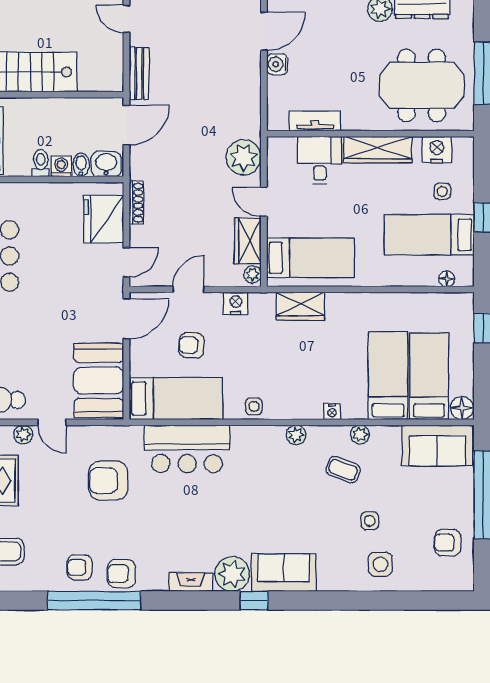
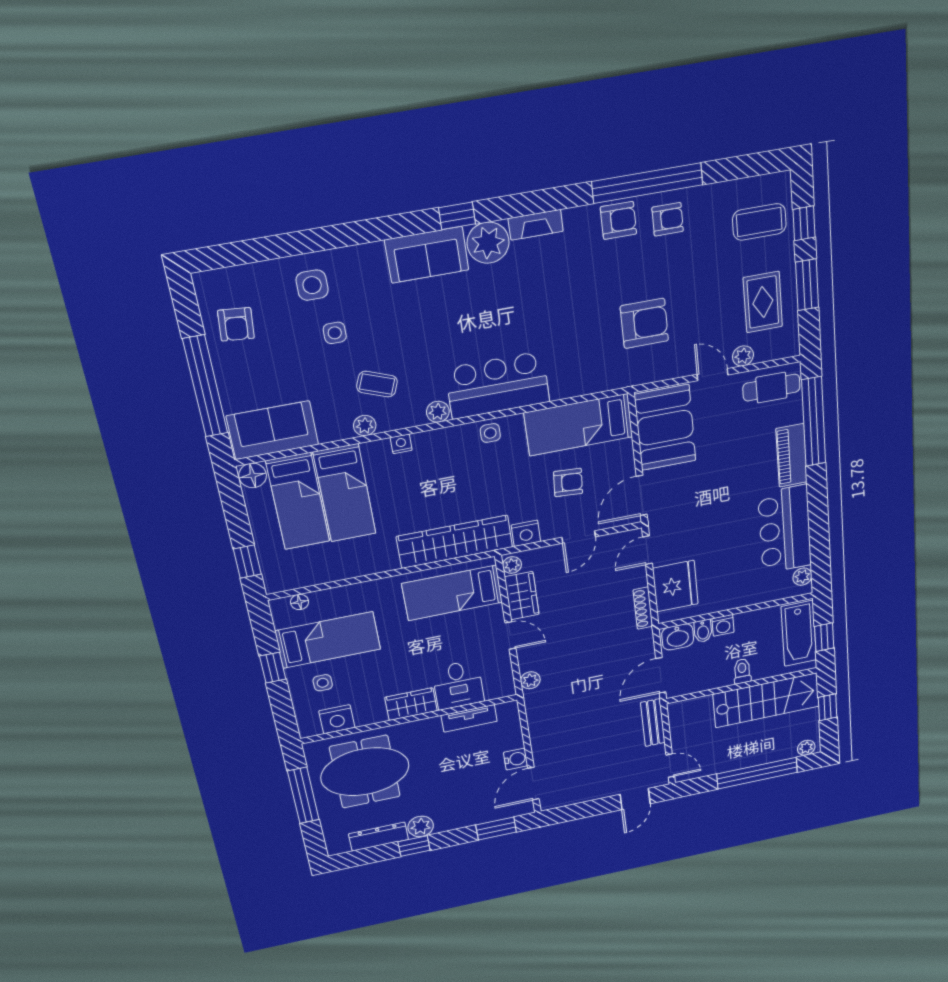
wardrobe: (378, 150) -> (411, 704), width x0.67
plant: (244, 157) -> (530, 680), width x0.53, depth x0.53
toilet: (41, 163) -> (742, 671), moved, turned 180
wardrobe: (300, 306) -> (455, 542), width x2.10, depth x1.17
bar counter: (187, 449) -> (498, 385), moved
armchair: (448, 543) -> (236, 324), turned 95

